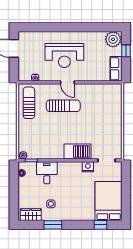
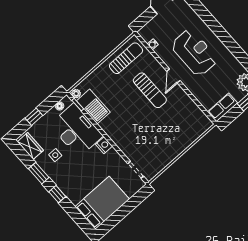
reception desk: (64, 55) -> (194, 53), turned 180
barbecue: (77, 152) -> (93, 107), moved
nightstand: (88, 167) -> (104, 145), moved
desk: (47, 173) -> (76, 130), width x1.87, depth x1.30
window: (14, 196) -> (34, 117), added
window: (101, 225) -> (57, 194), moved

